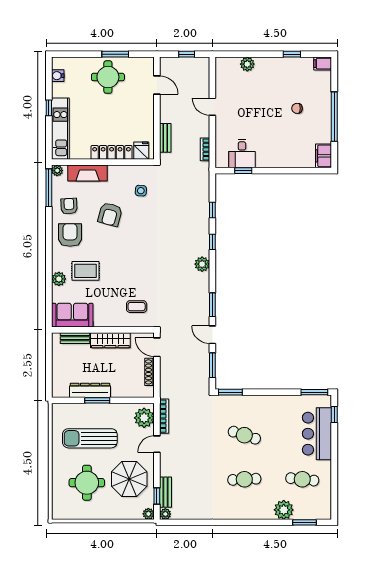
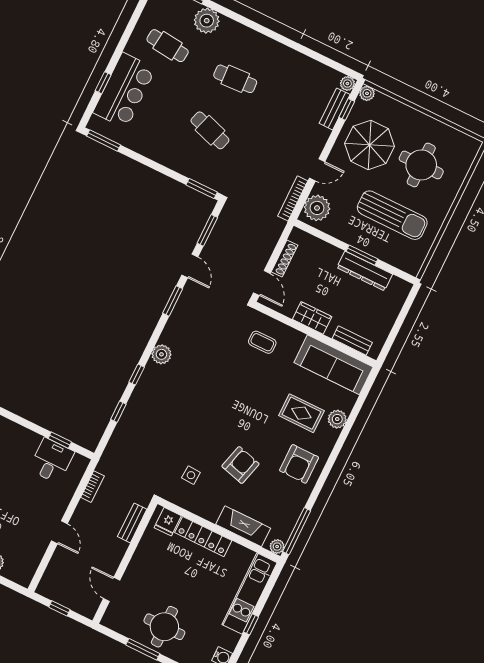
armchair: (69, 206) -> (284, 498), removed
sofa: (72, 315) -> (333, 365), width x1.36
wardrobe: (110, 340) -> (312, 318), width x0.67
window: (334, 414) -> (103, 83), moved

